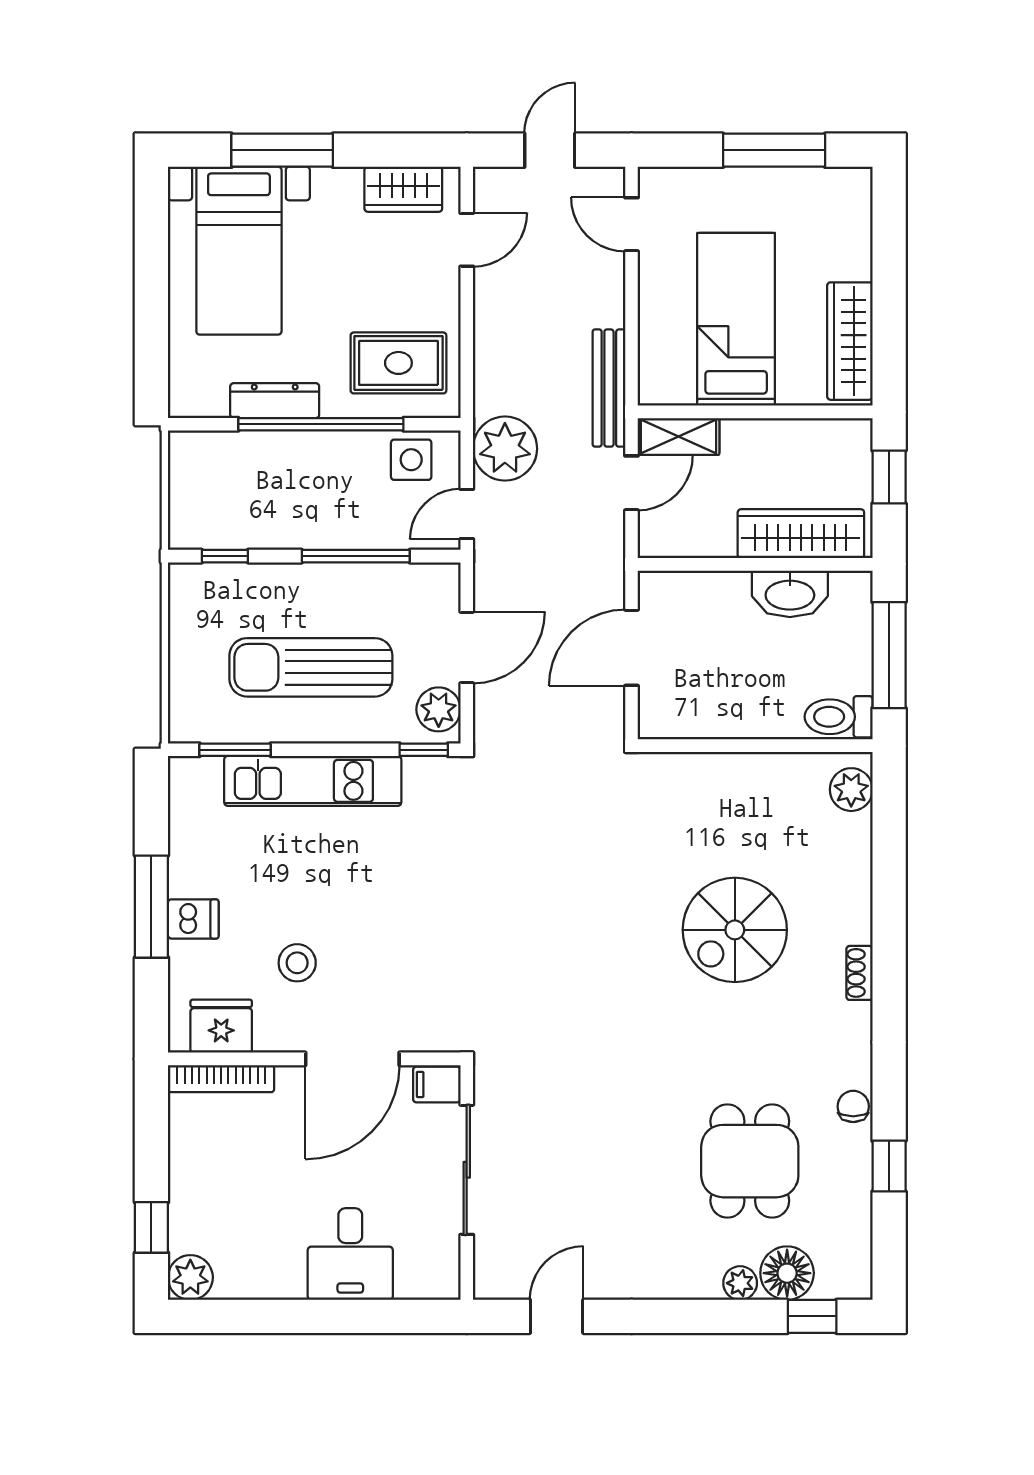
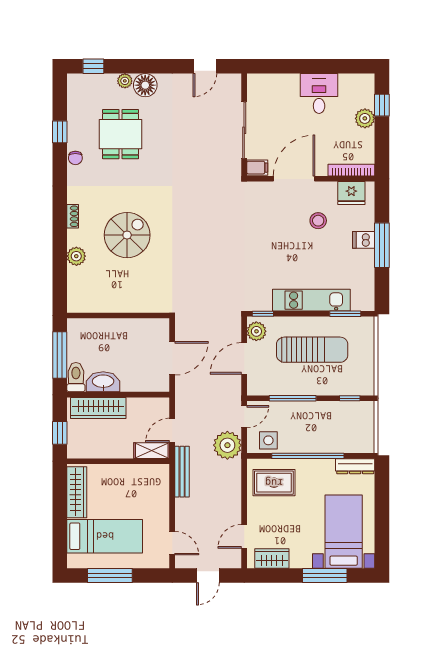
bed: (736, 319) -> (105, 536), moved, turned -90
dresser: (275, 401) -> (355, 466), moved
toilet: (839, 717) -> (76, 377), moved, turned -90
plant: (851, 790) -> (76, 256), moved
desk: (350, 1254) -> (319, 94), moved
floor lamp: (787, 1273) -> (145, 85), moved
plant: (190, 1277) -> (365, 118), moved

